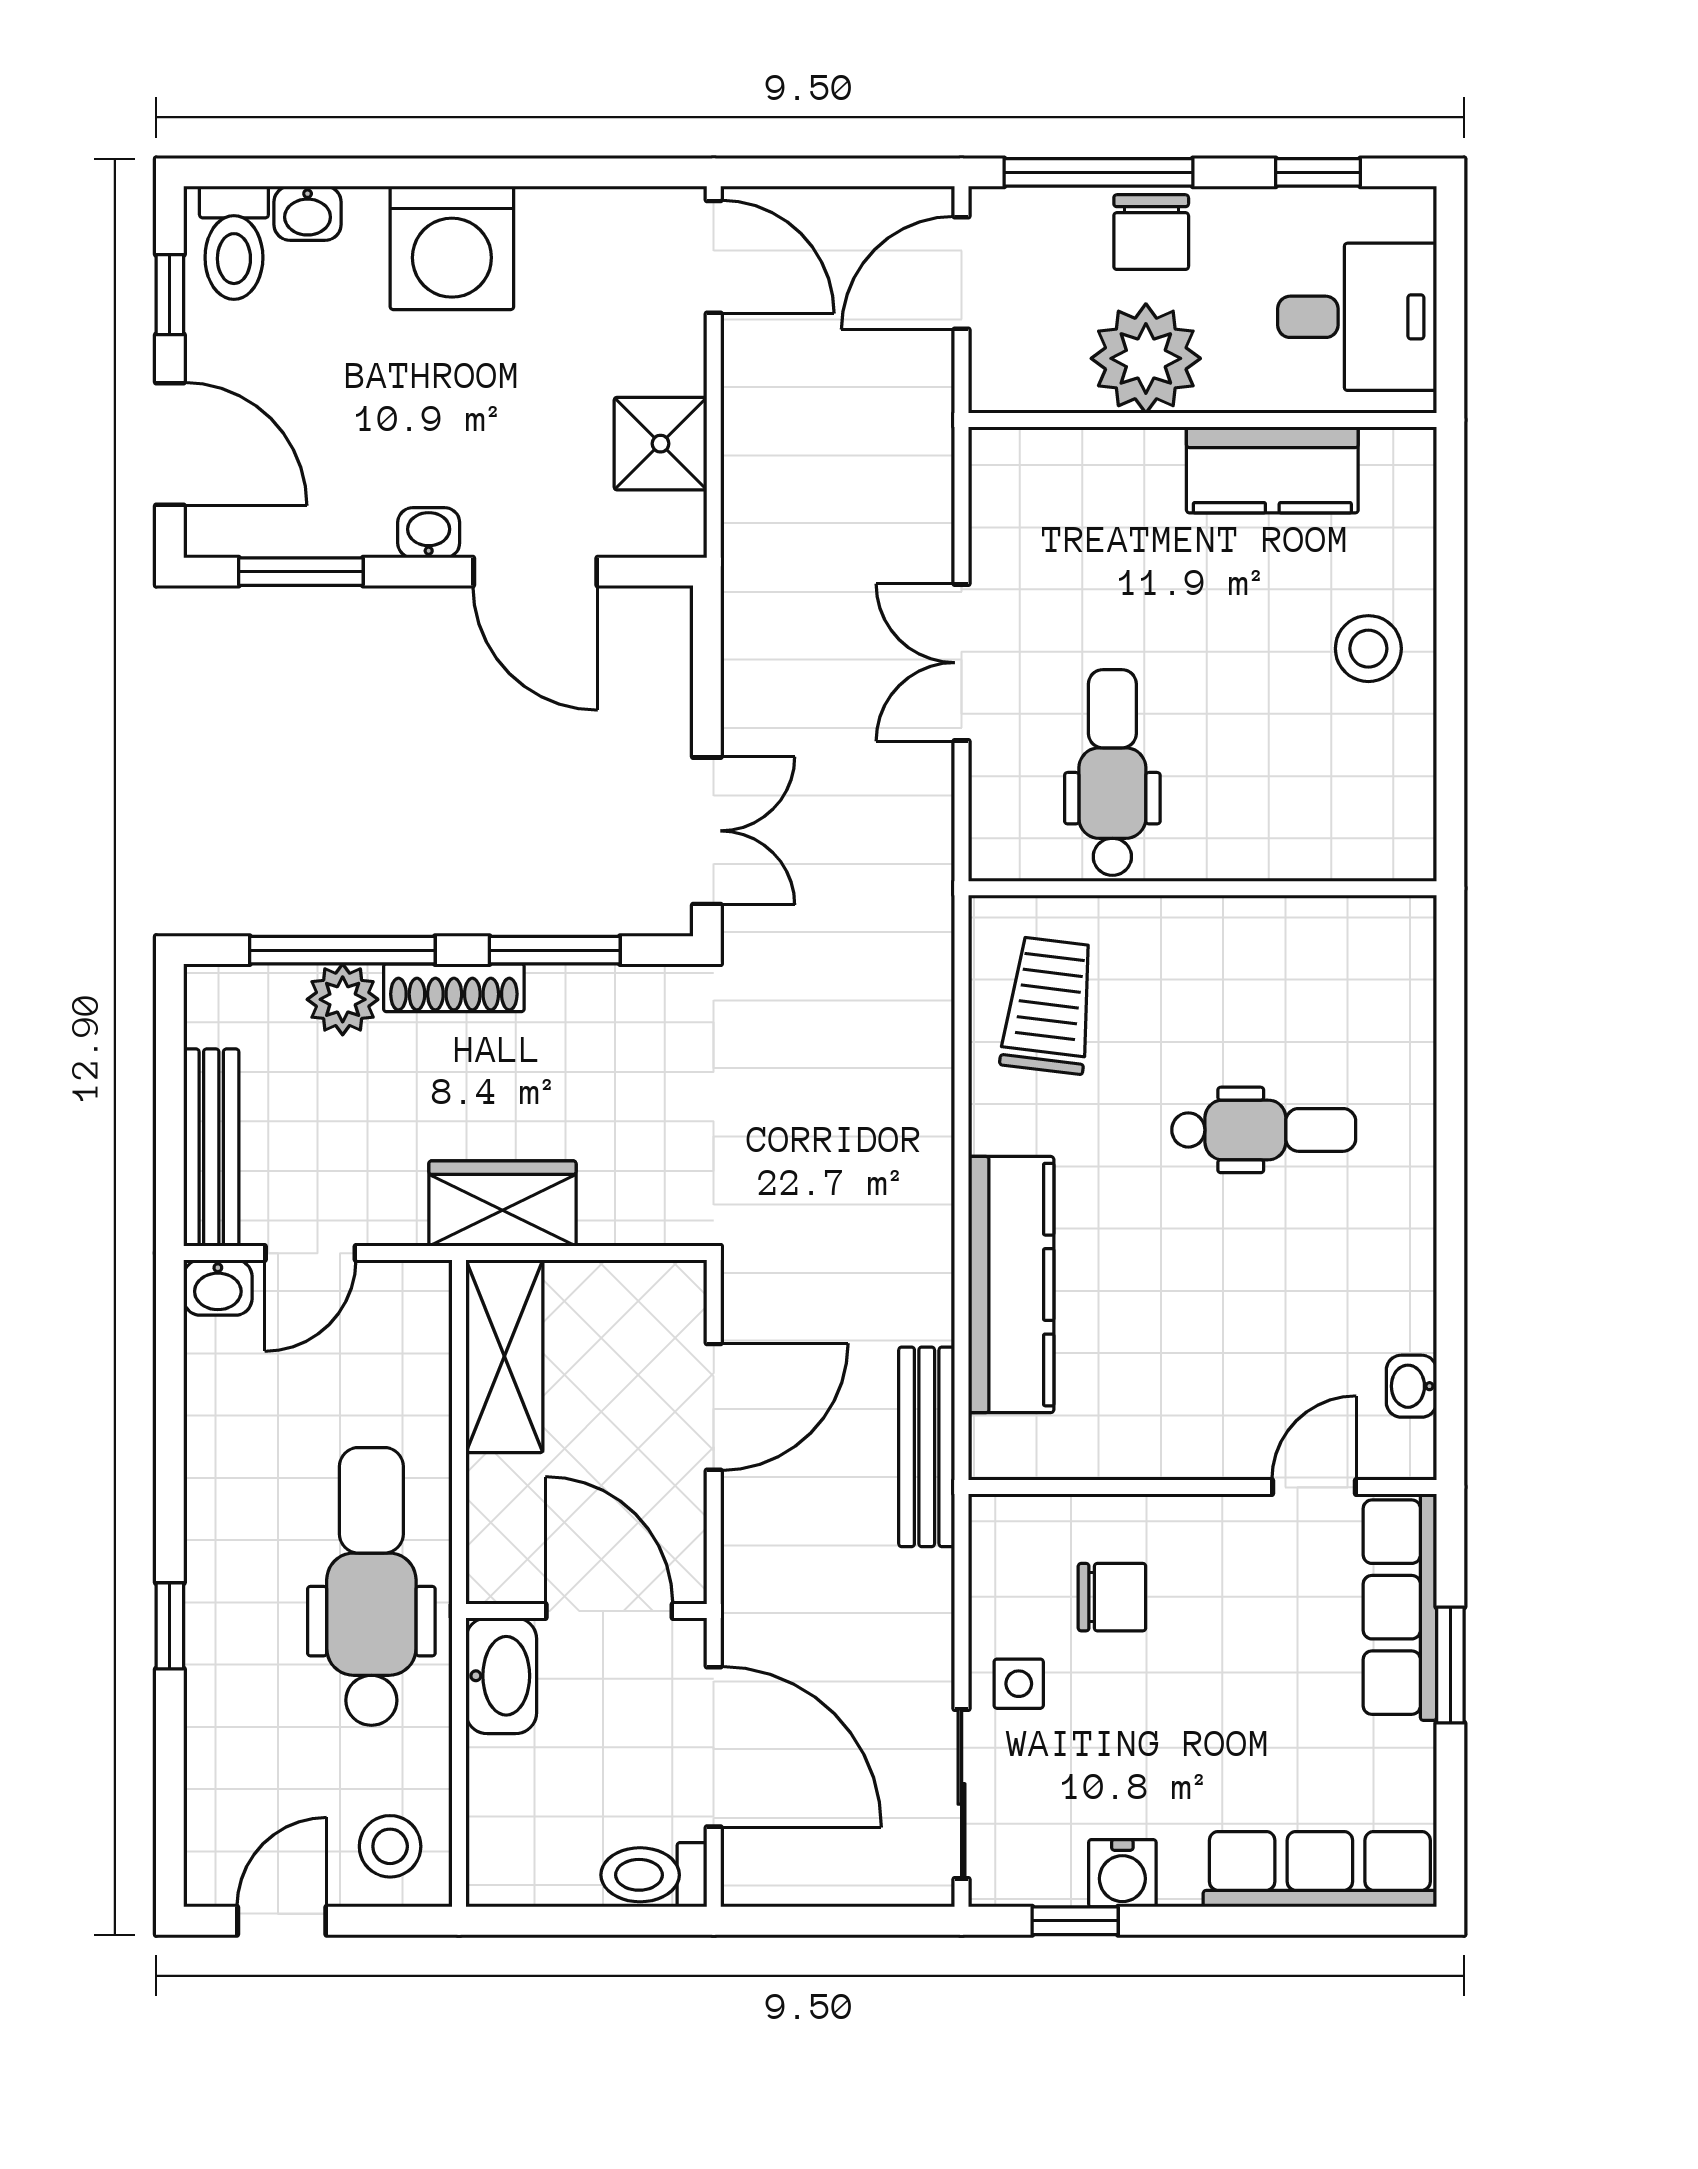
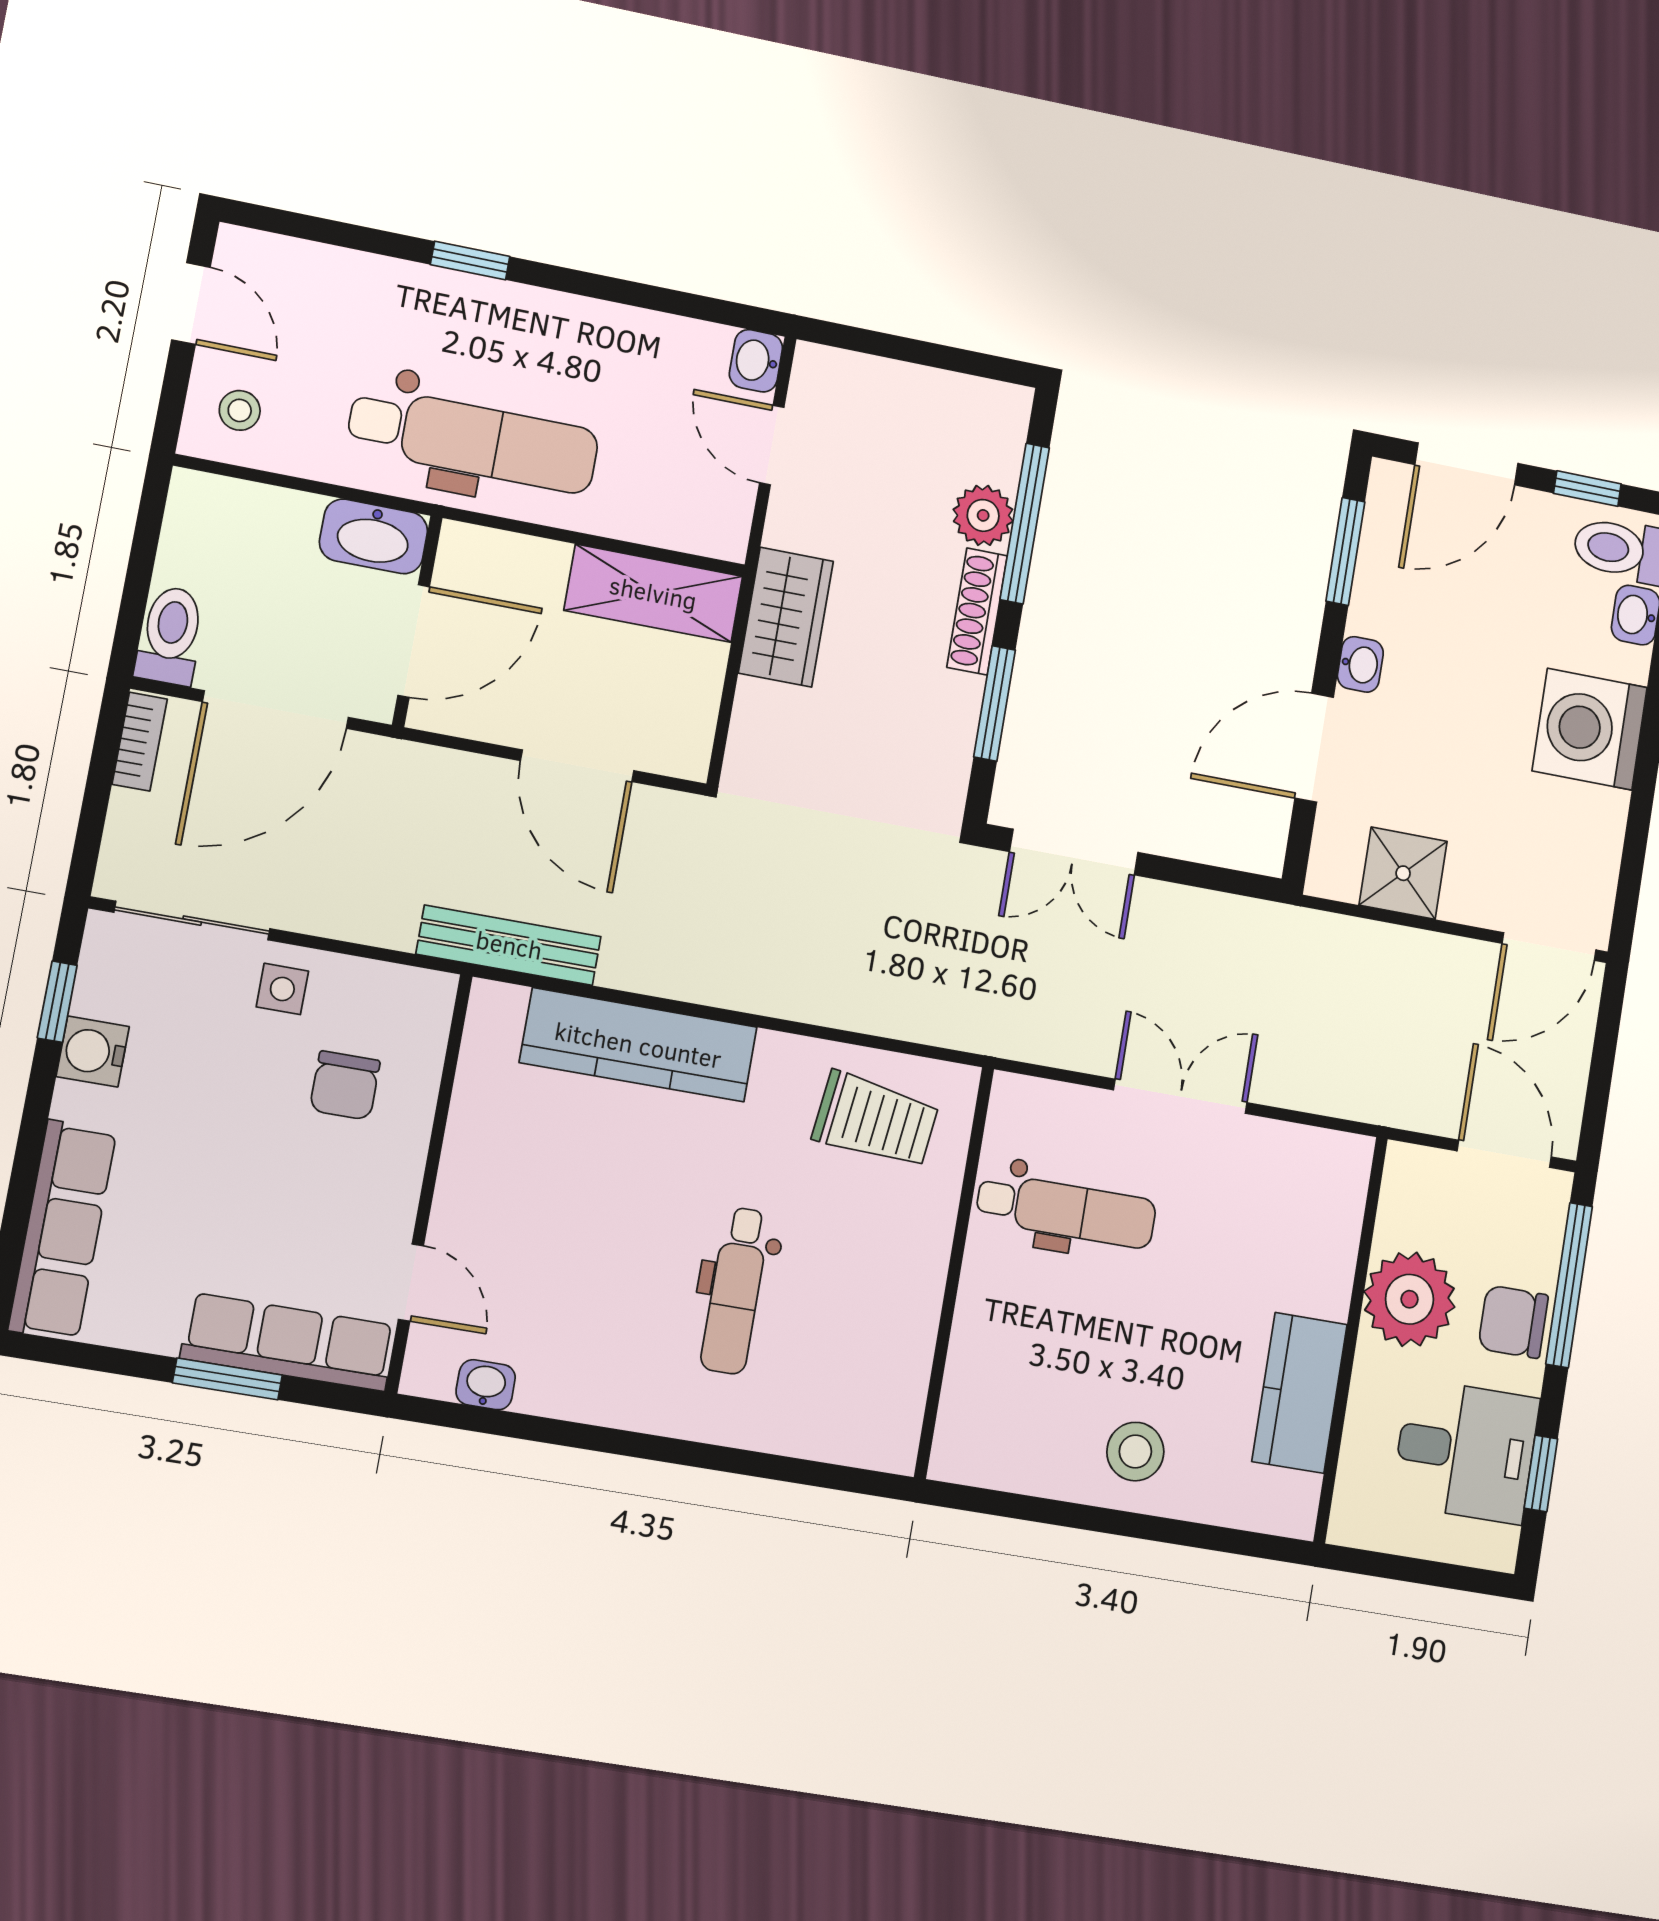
desk: (1357, 317) -> (1465, 1451), moved, turned -90
bench: (211, 1148) -> (876, 379), removed
stool: (390, 1846) -> (240, 410), width x0.73, depth x0.73
bookcase: (777, 1886) -> (140, 742), added

